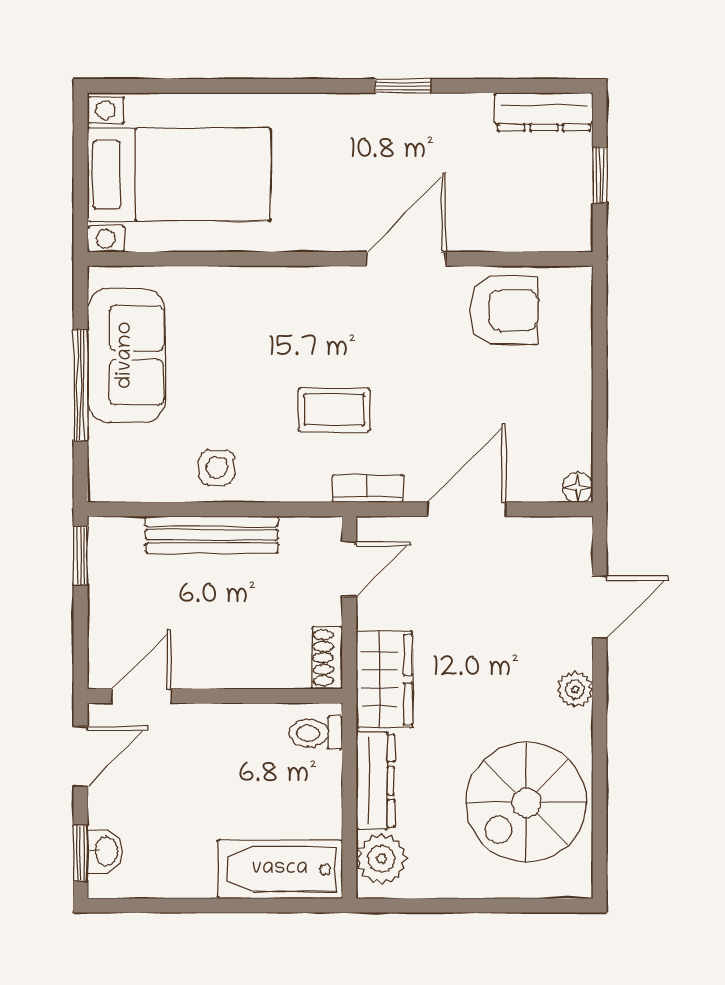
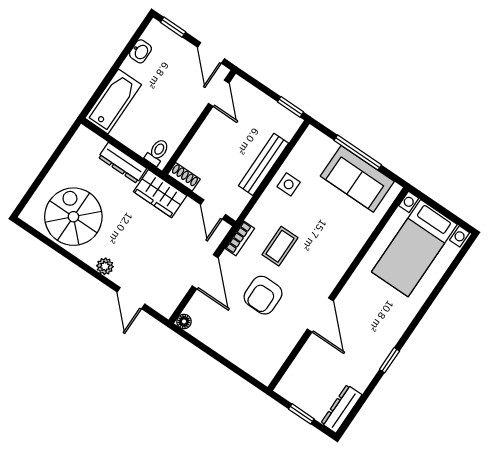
armchair: (504, 310) -> (263, 295), moved
washbasin: (105, 851) -> (140, 51), moved, turned -90
plant: (381, 859) -> (90, 144), removed

